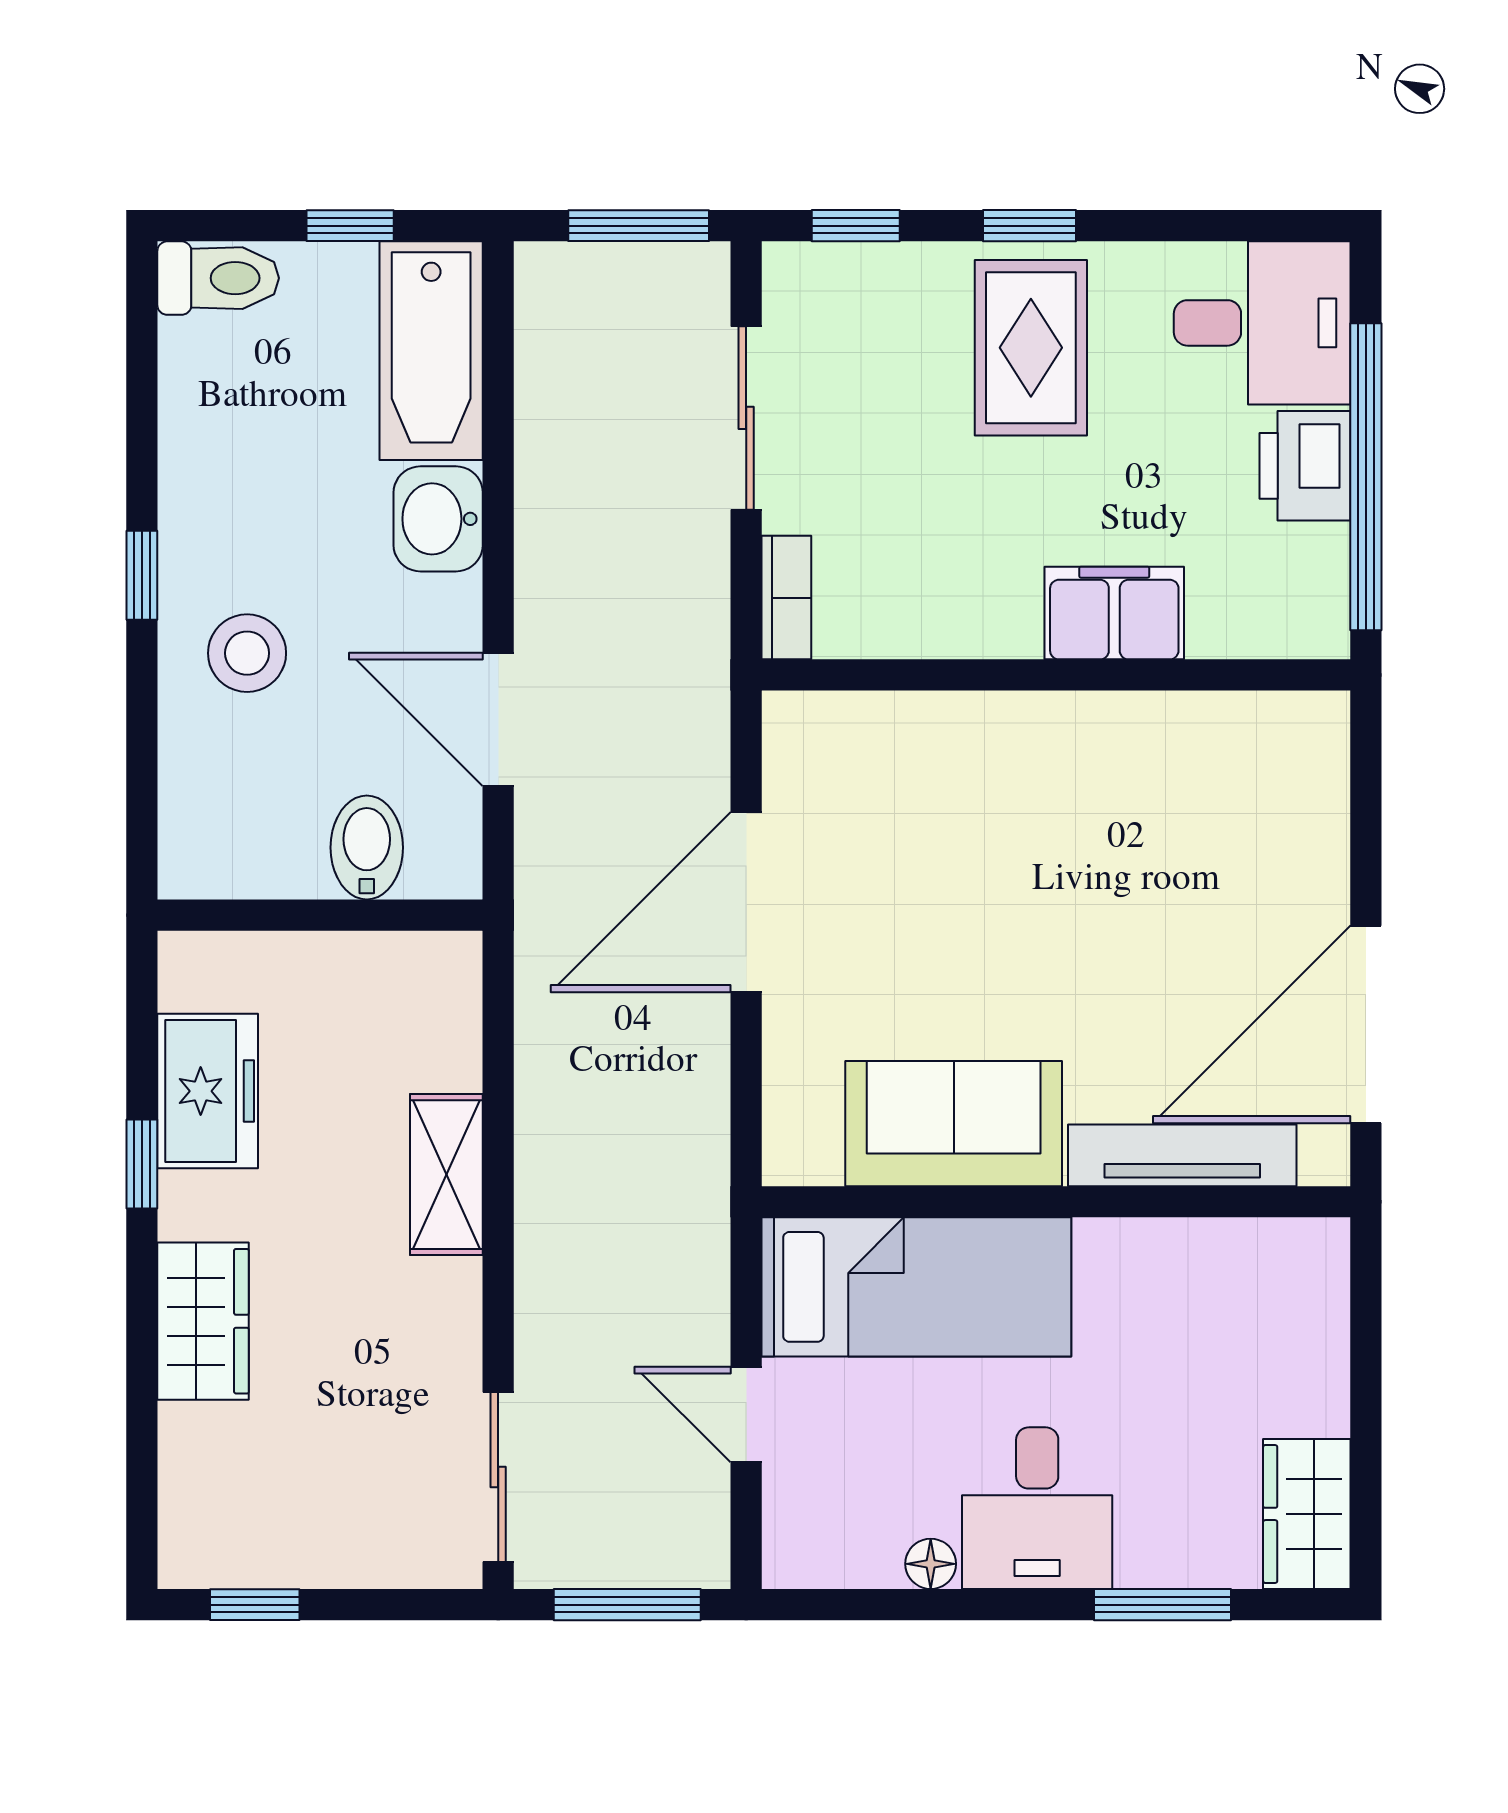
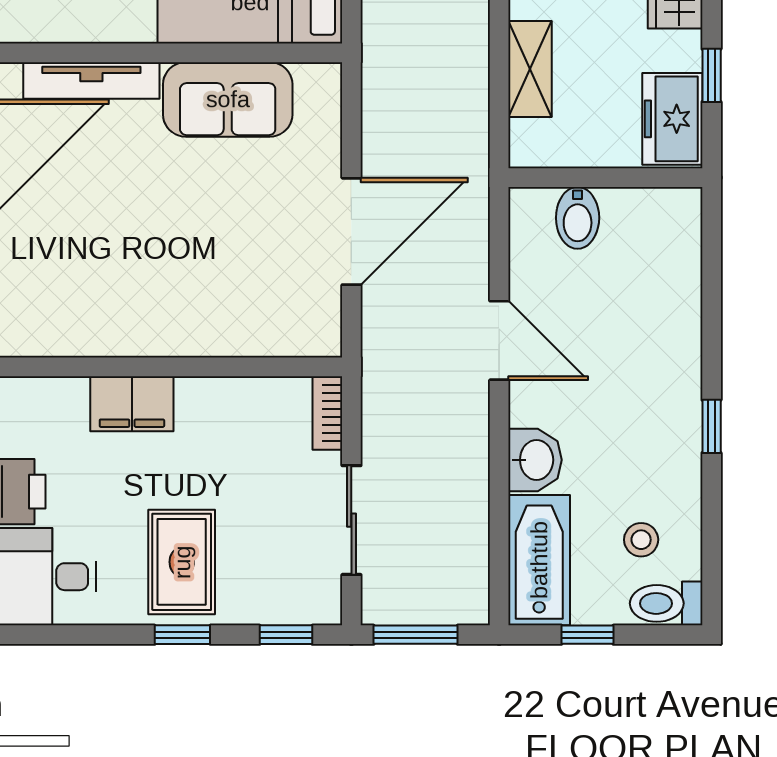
stool: (247, 653) -> (641, 540), moved, width x0.73, depth x0.73
bidet: (367, 848) -> (578, 218), moved
wall: (320, 915) -> (605, 178), moved

